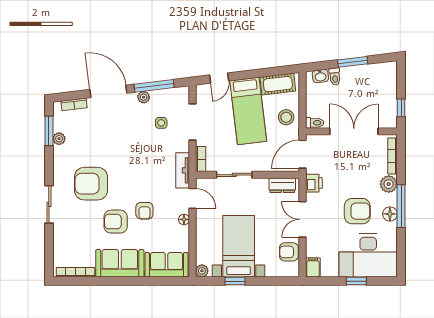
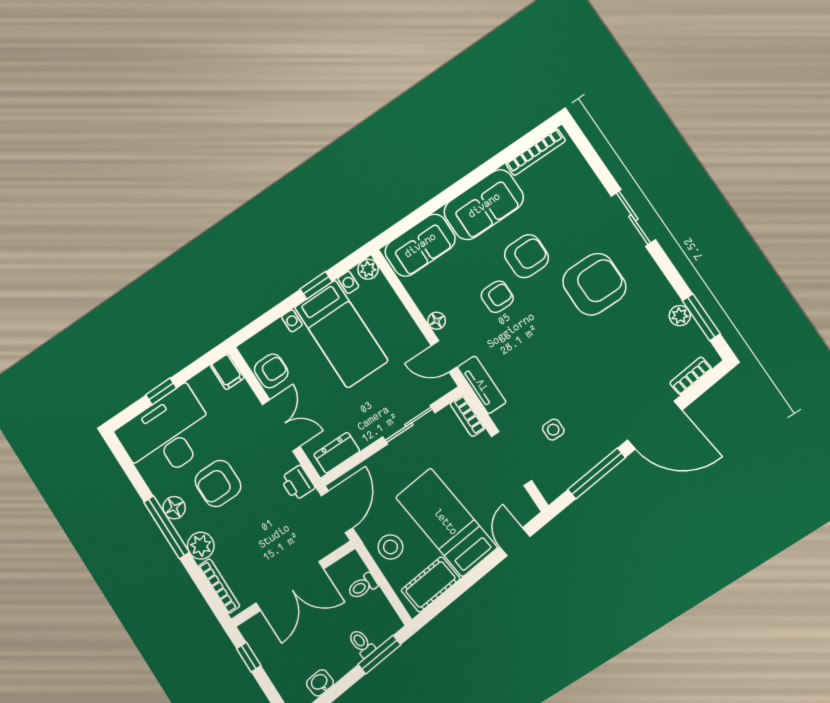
window: (353, 62) -> (379, 655), moved
washbasin: (320, 76) -> (320, 683), moved
plant: (144, 97) -> (601, 449), removed
toilet: (315, 123) -> (362, 586), moved
armchair: (144, 211) -> (497, 297), turned 90

